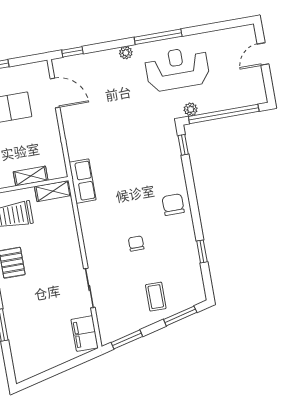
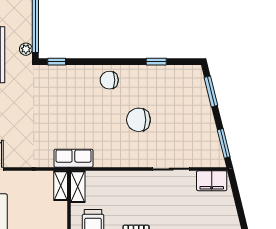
shelving: (31, 176) -> (61, 186), moved
chair: (136, 243) -> (138, 120), width x1.87, depth x1.87
coffee table: (156, 297) -> (190, 110), removed

